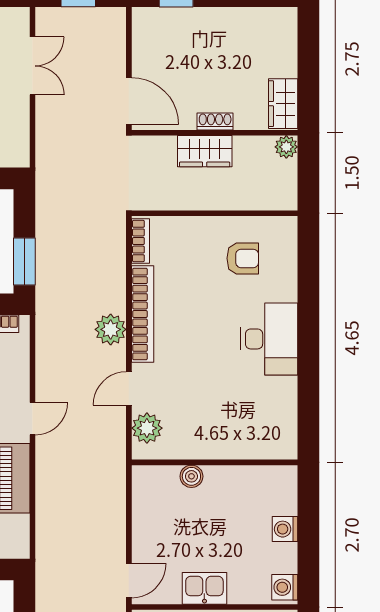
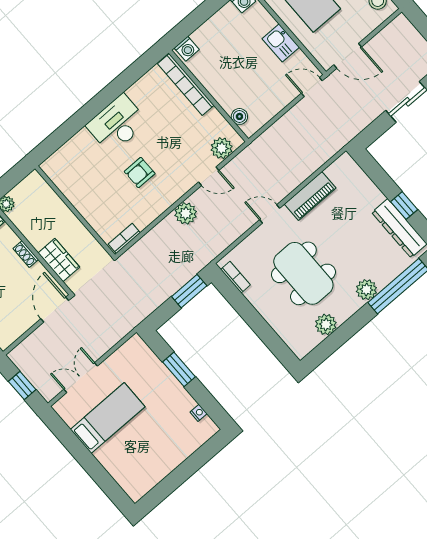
wardrobe: (205, 151) -> (59, 260), moved
armchair: (243, 258) -> (140, 173), moved, turned -90
bookcase: (143, 314) -> (186, 84), moved, turned -90
boiler: (191, 476) -> (239, 116), moved
washing machine: (285, 529) -> (187, 49), moved

